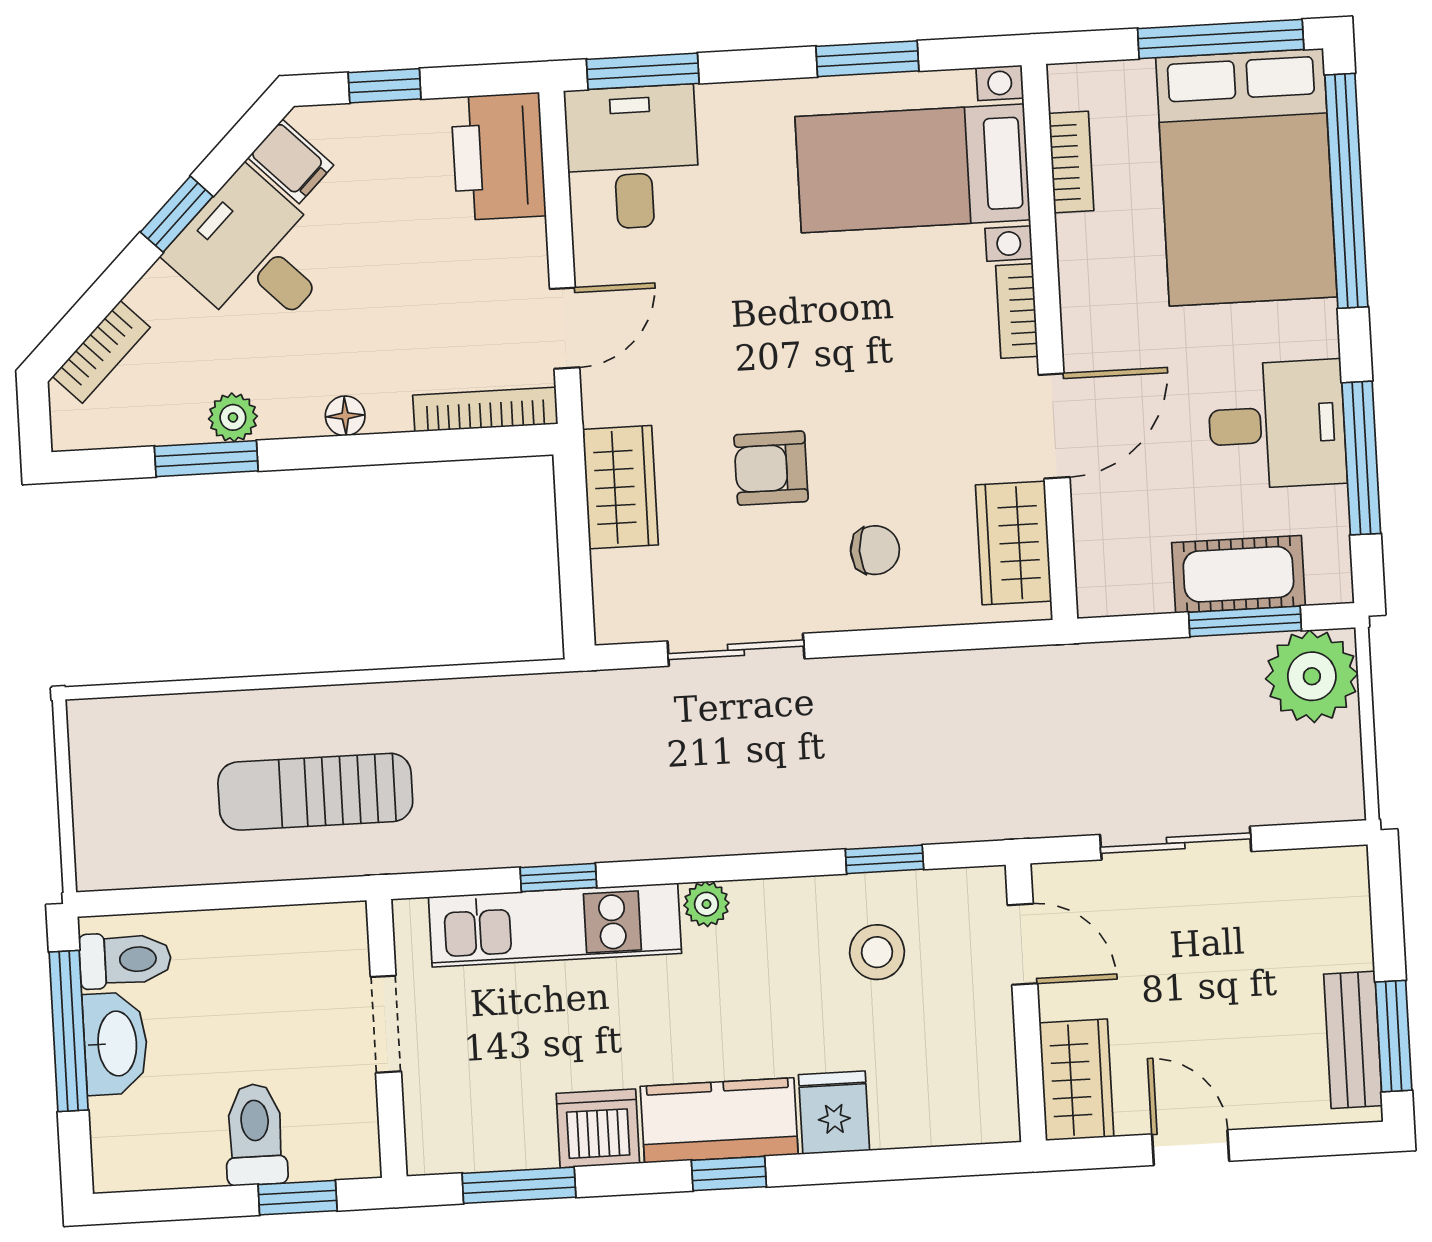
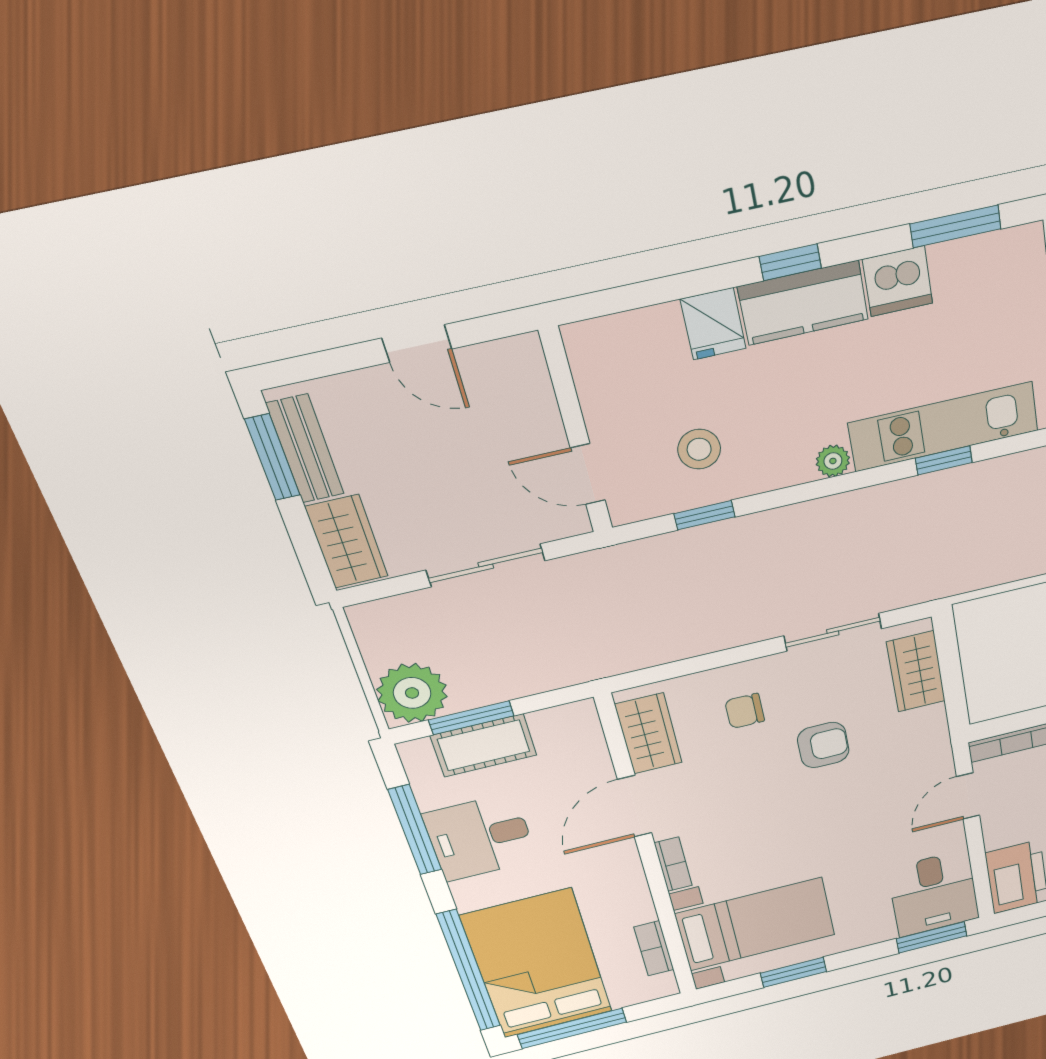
wardrobe: (620, 487) -> (916, 672), moved
wardrobe: (1076, 1080) -> (347, 542), moved, turned 180

